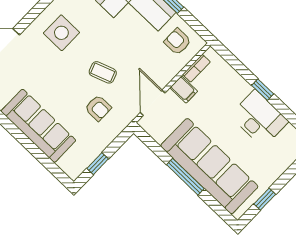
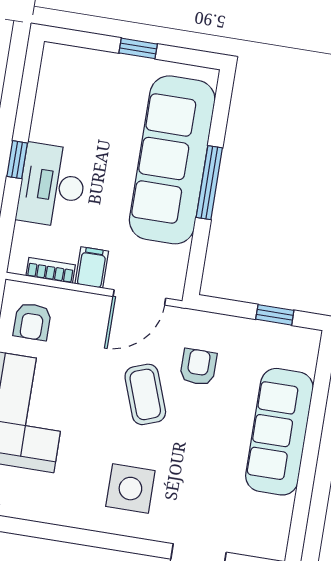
coffee table: (103, 72) -> (145, 394), width x1.36, depth x1.30
desk: (259, 118) -> (52, 185), moved
window: (265, 199) -> (138, 48), moved

